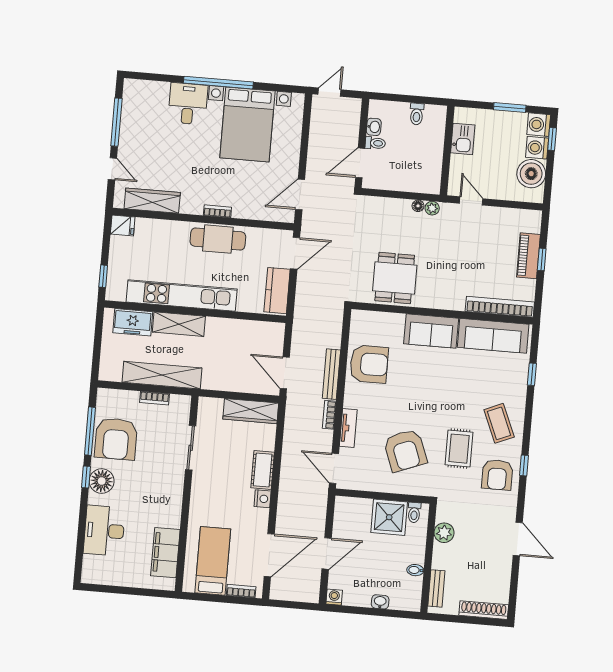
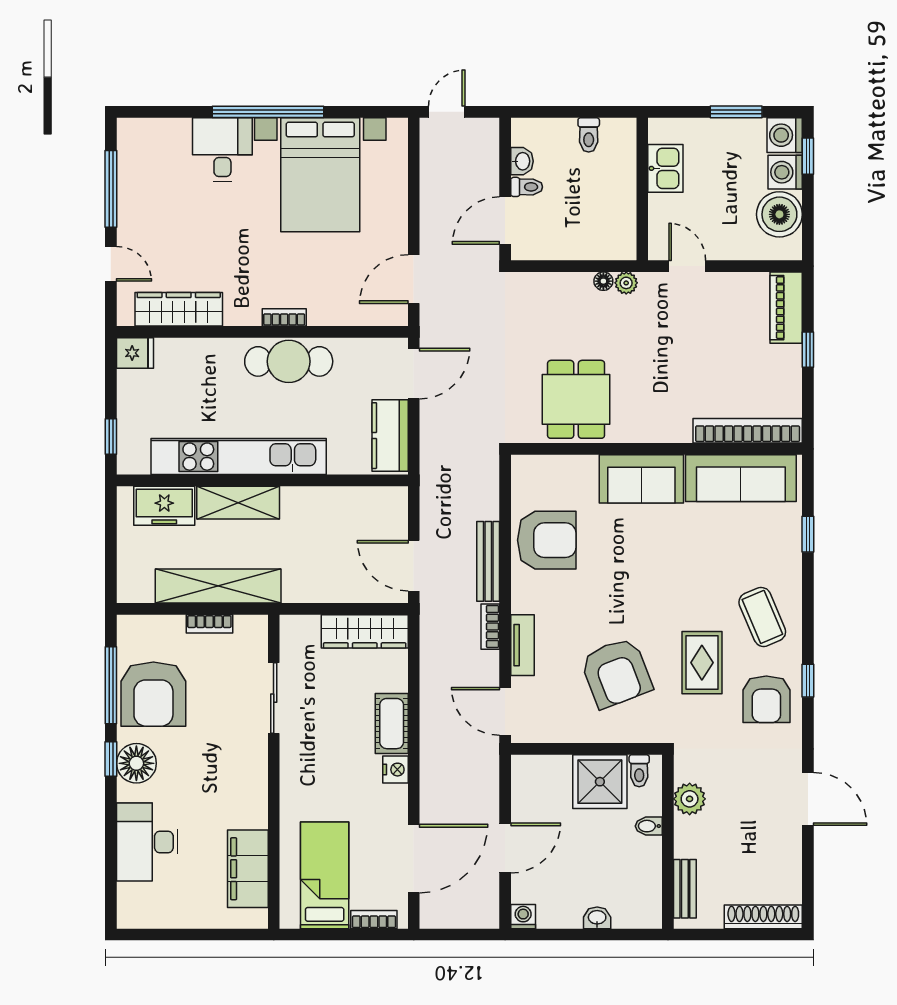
piano: (528, 256) -> (786, 308), moved
bidet: (415, 570) -> (649, 826), moved

